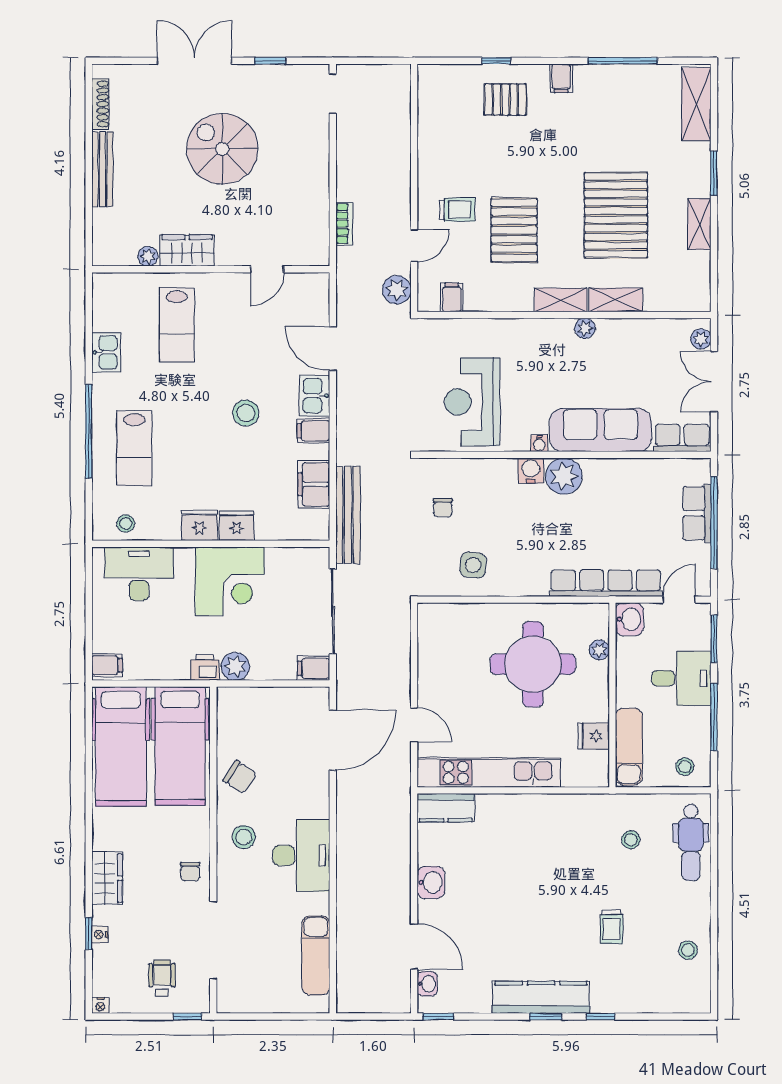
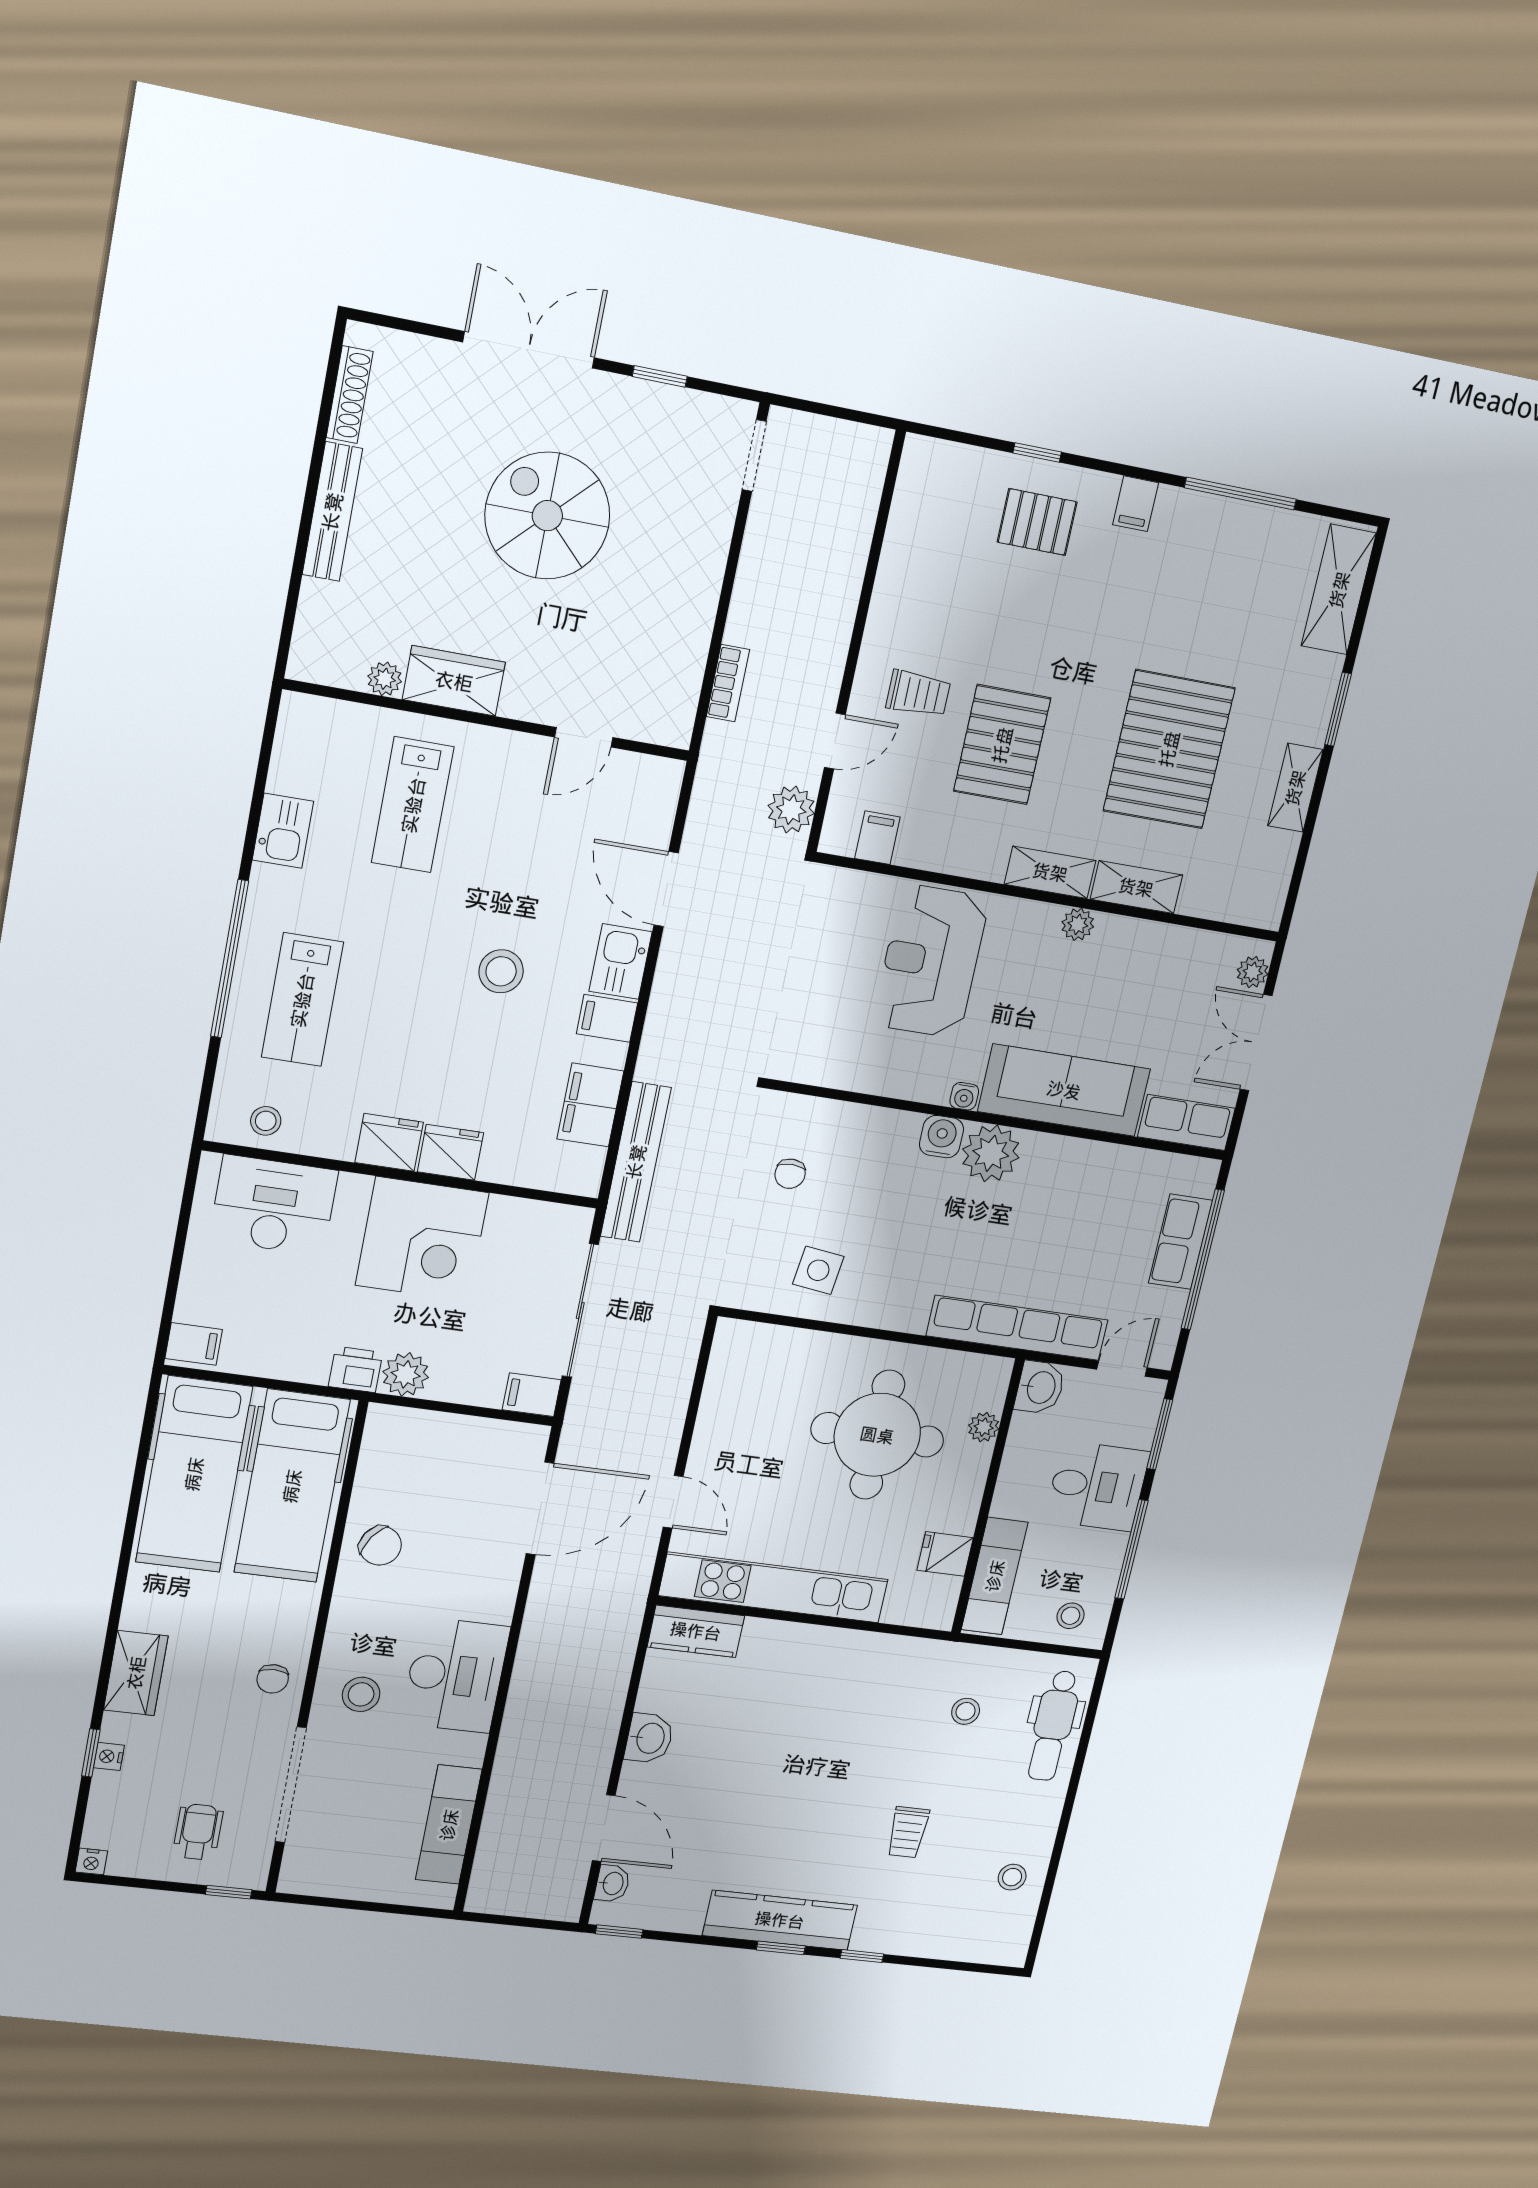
reception desk: (472, 402) -> (931, 961), moved
stool: (244, 837) -> (361, 1694), moved

